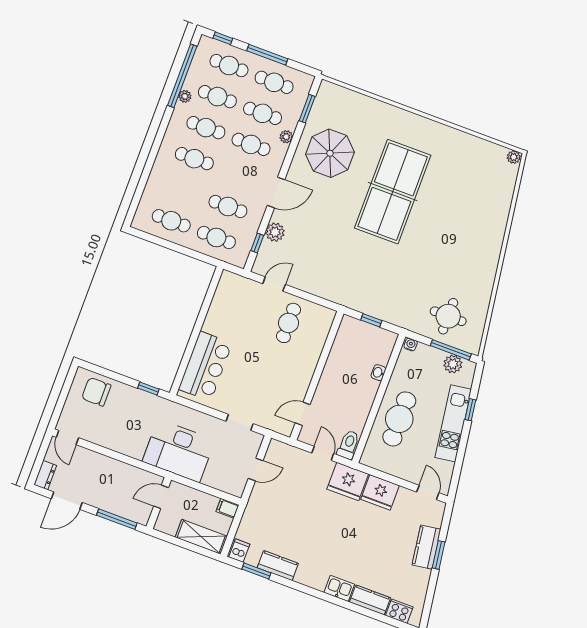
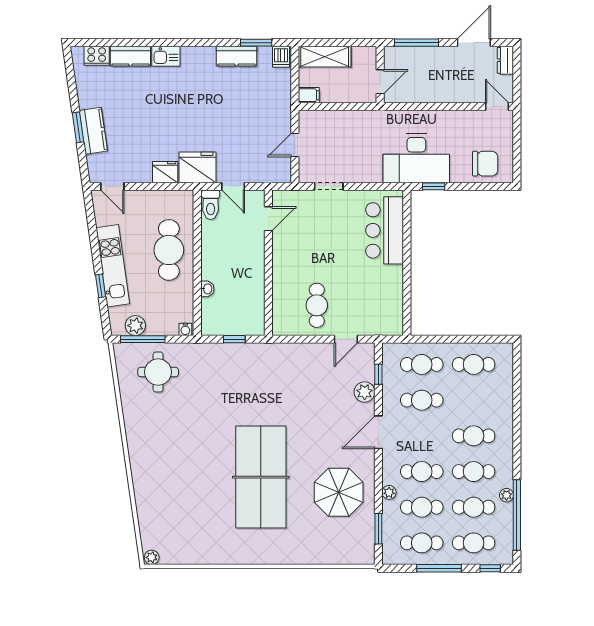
desk: (179, 451) -> (416, 158), moved, turned 180
fridge: (380, 492) -> (165, 172), width x0.73, depth x0.75

